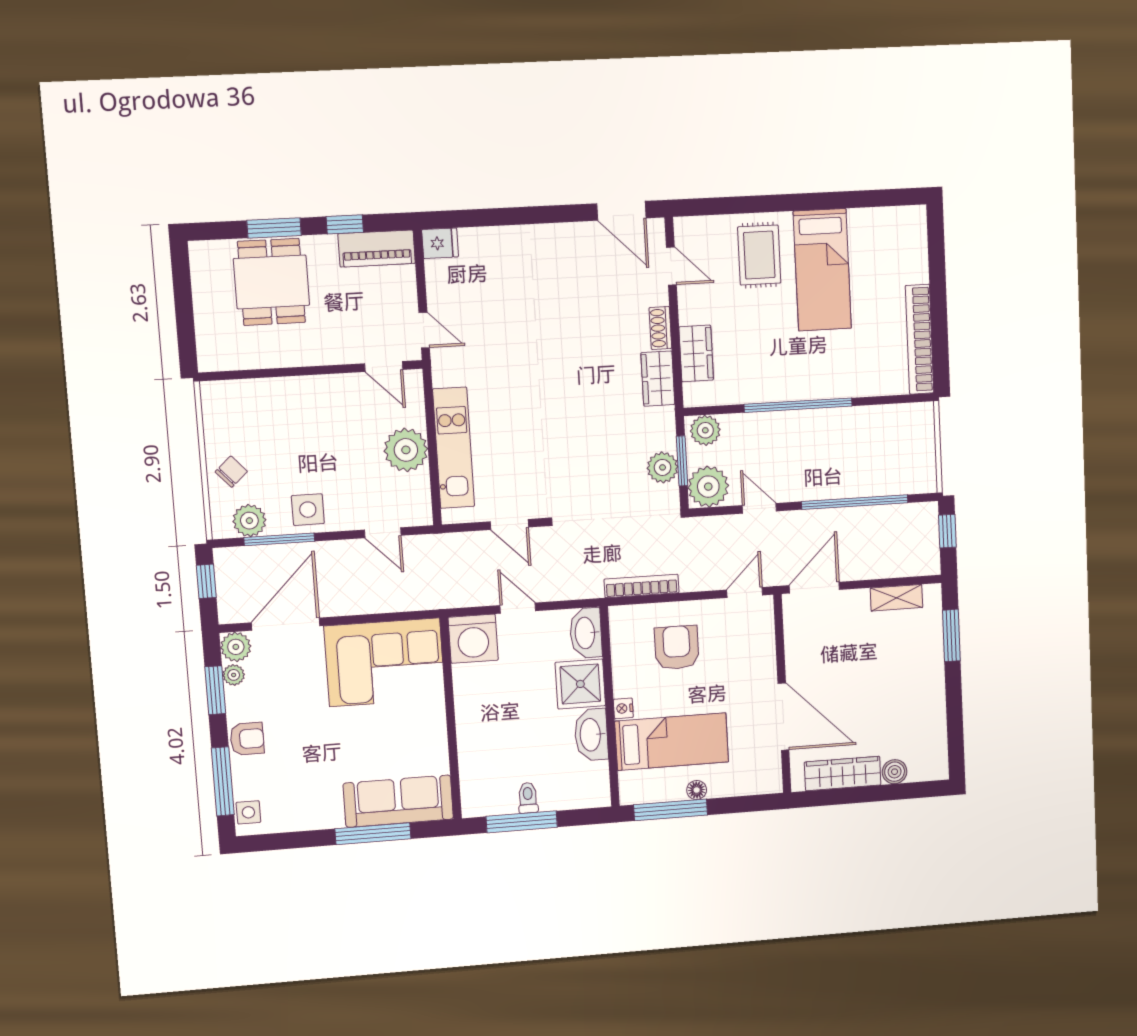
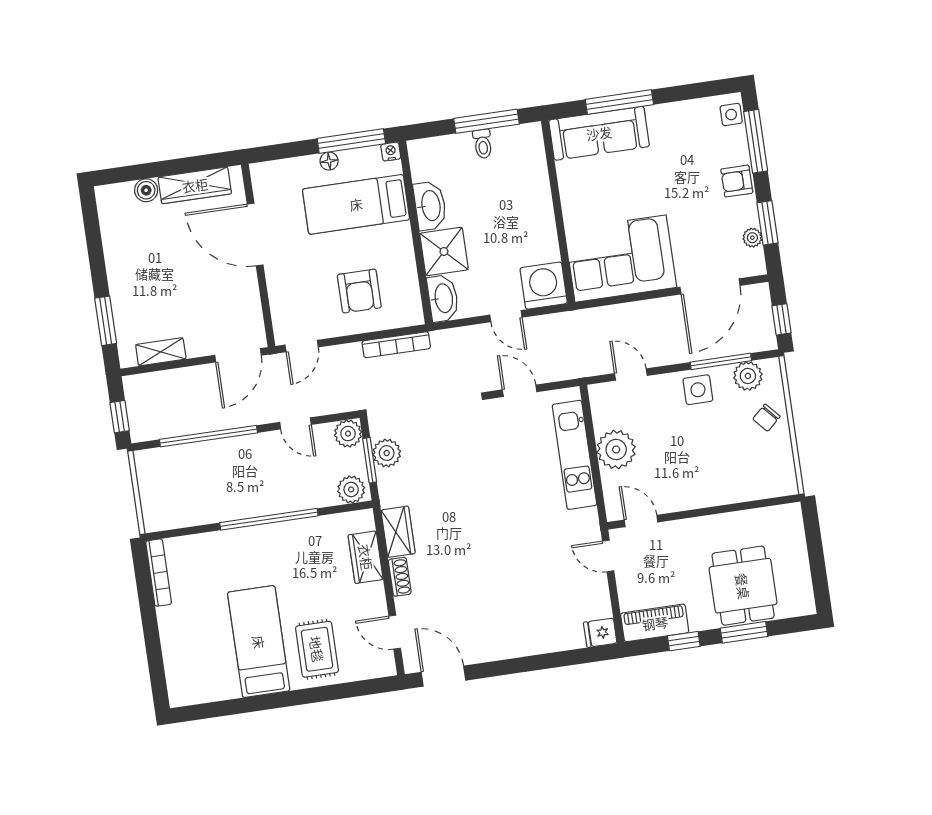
bookcase: (920, 339) -> (159, 573), width x0.68, depth x0.76
plant: (708, 487) -> (348, 434), width x0.73, depth x0.73
plant: (236, 647) -> (752, 263), removed
nightstand: (623, 708) -> (391, 152), moved, turned -90

